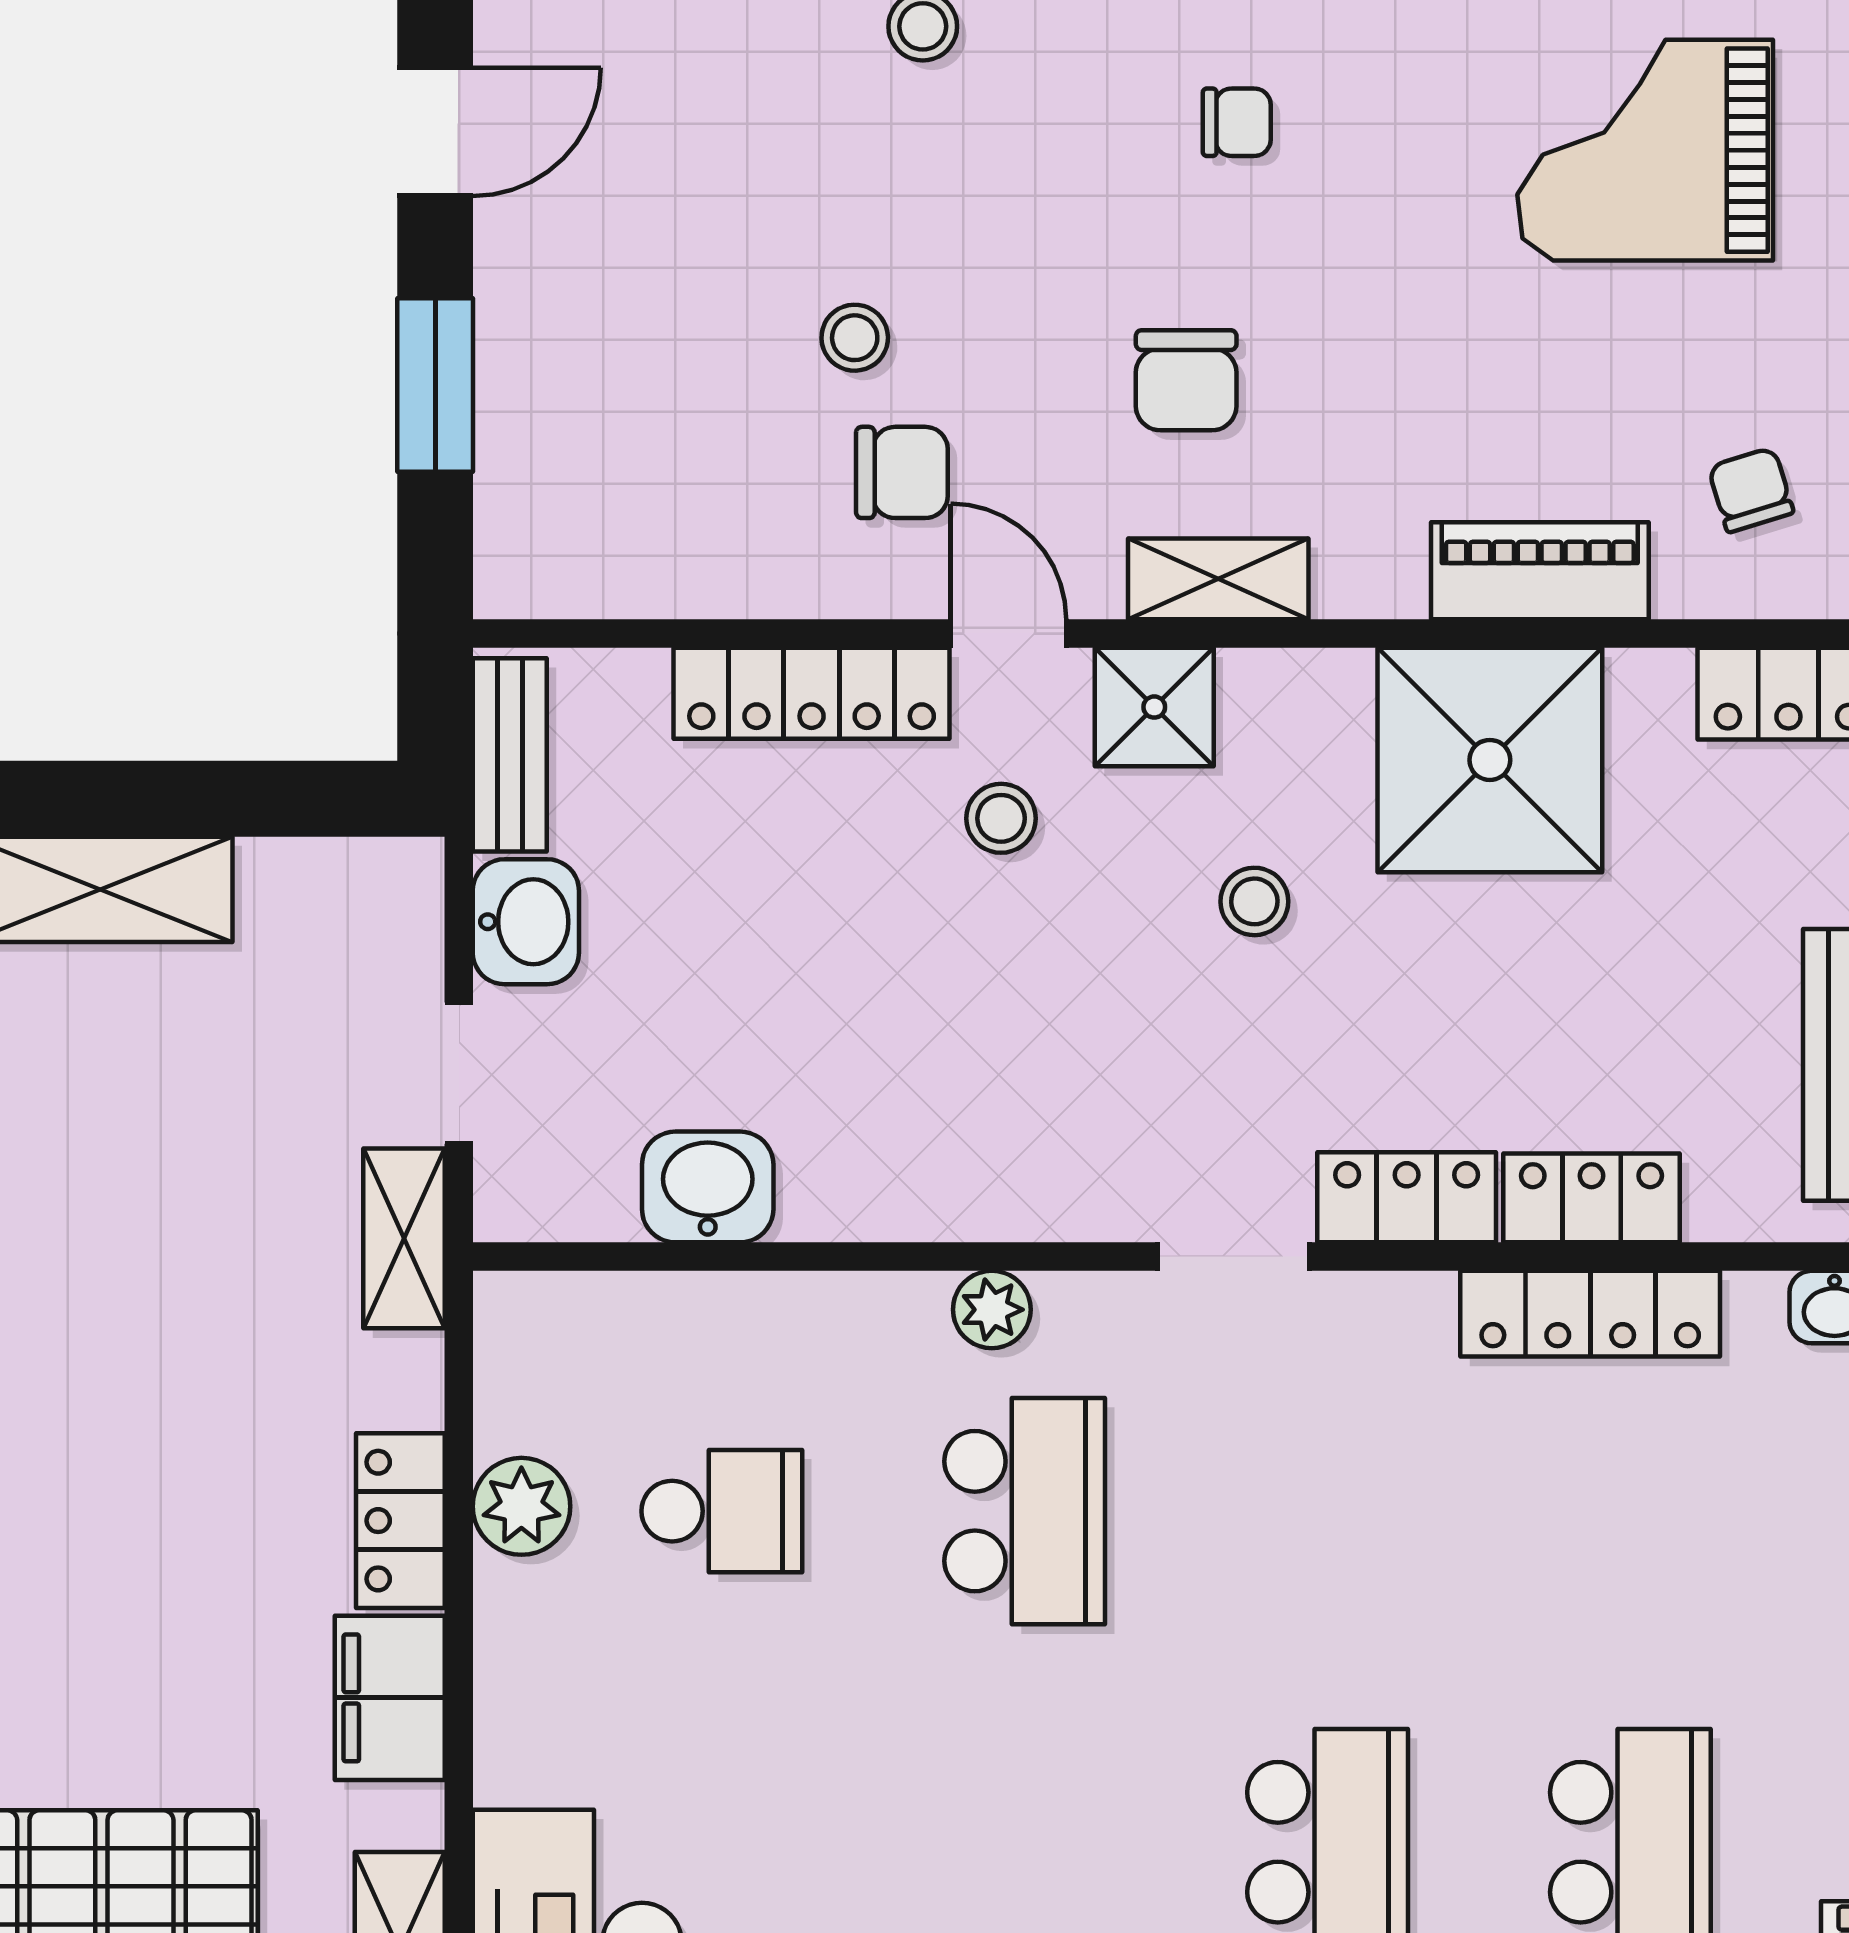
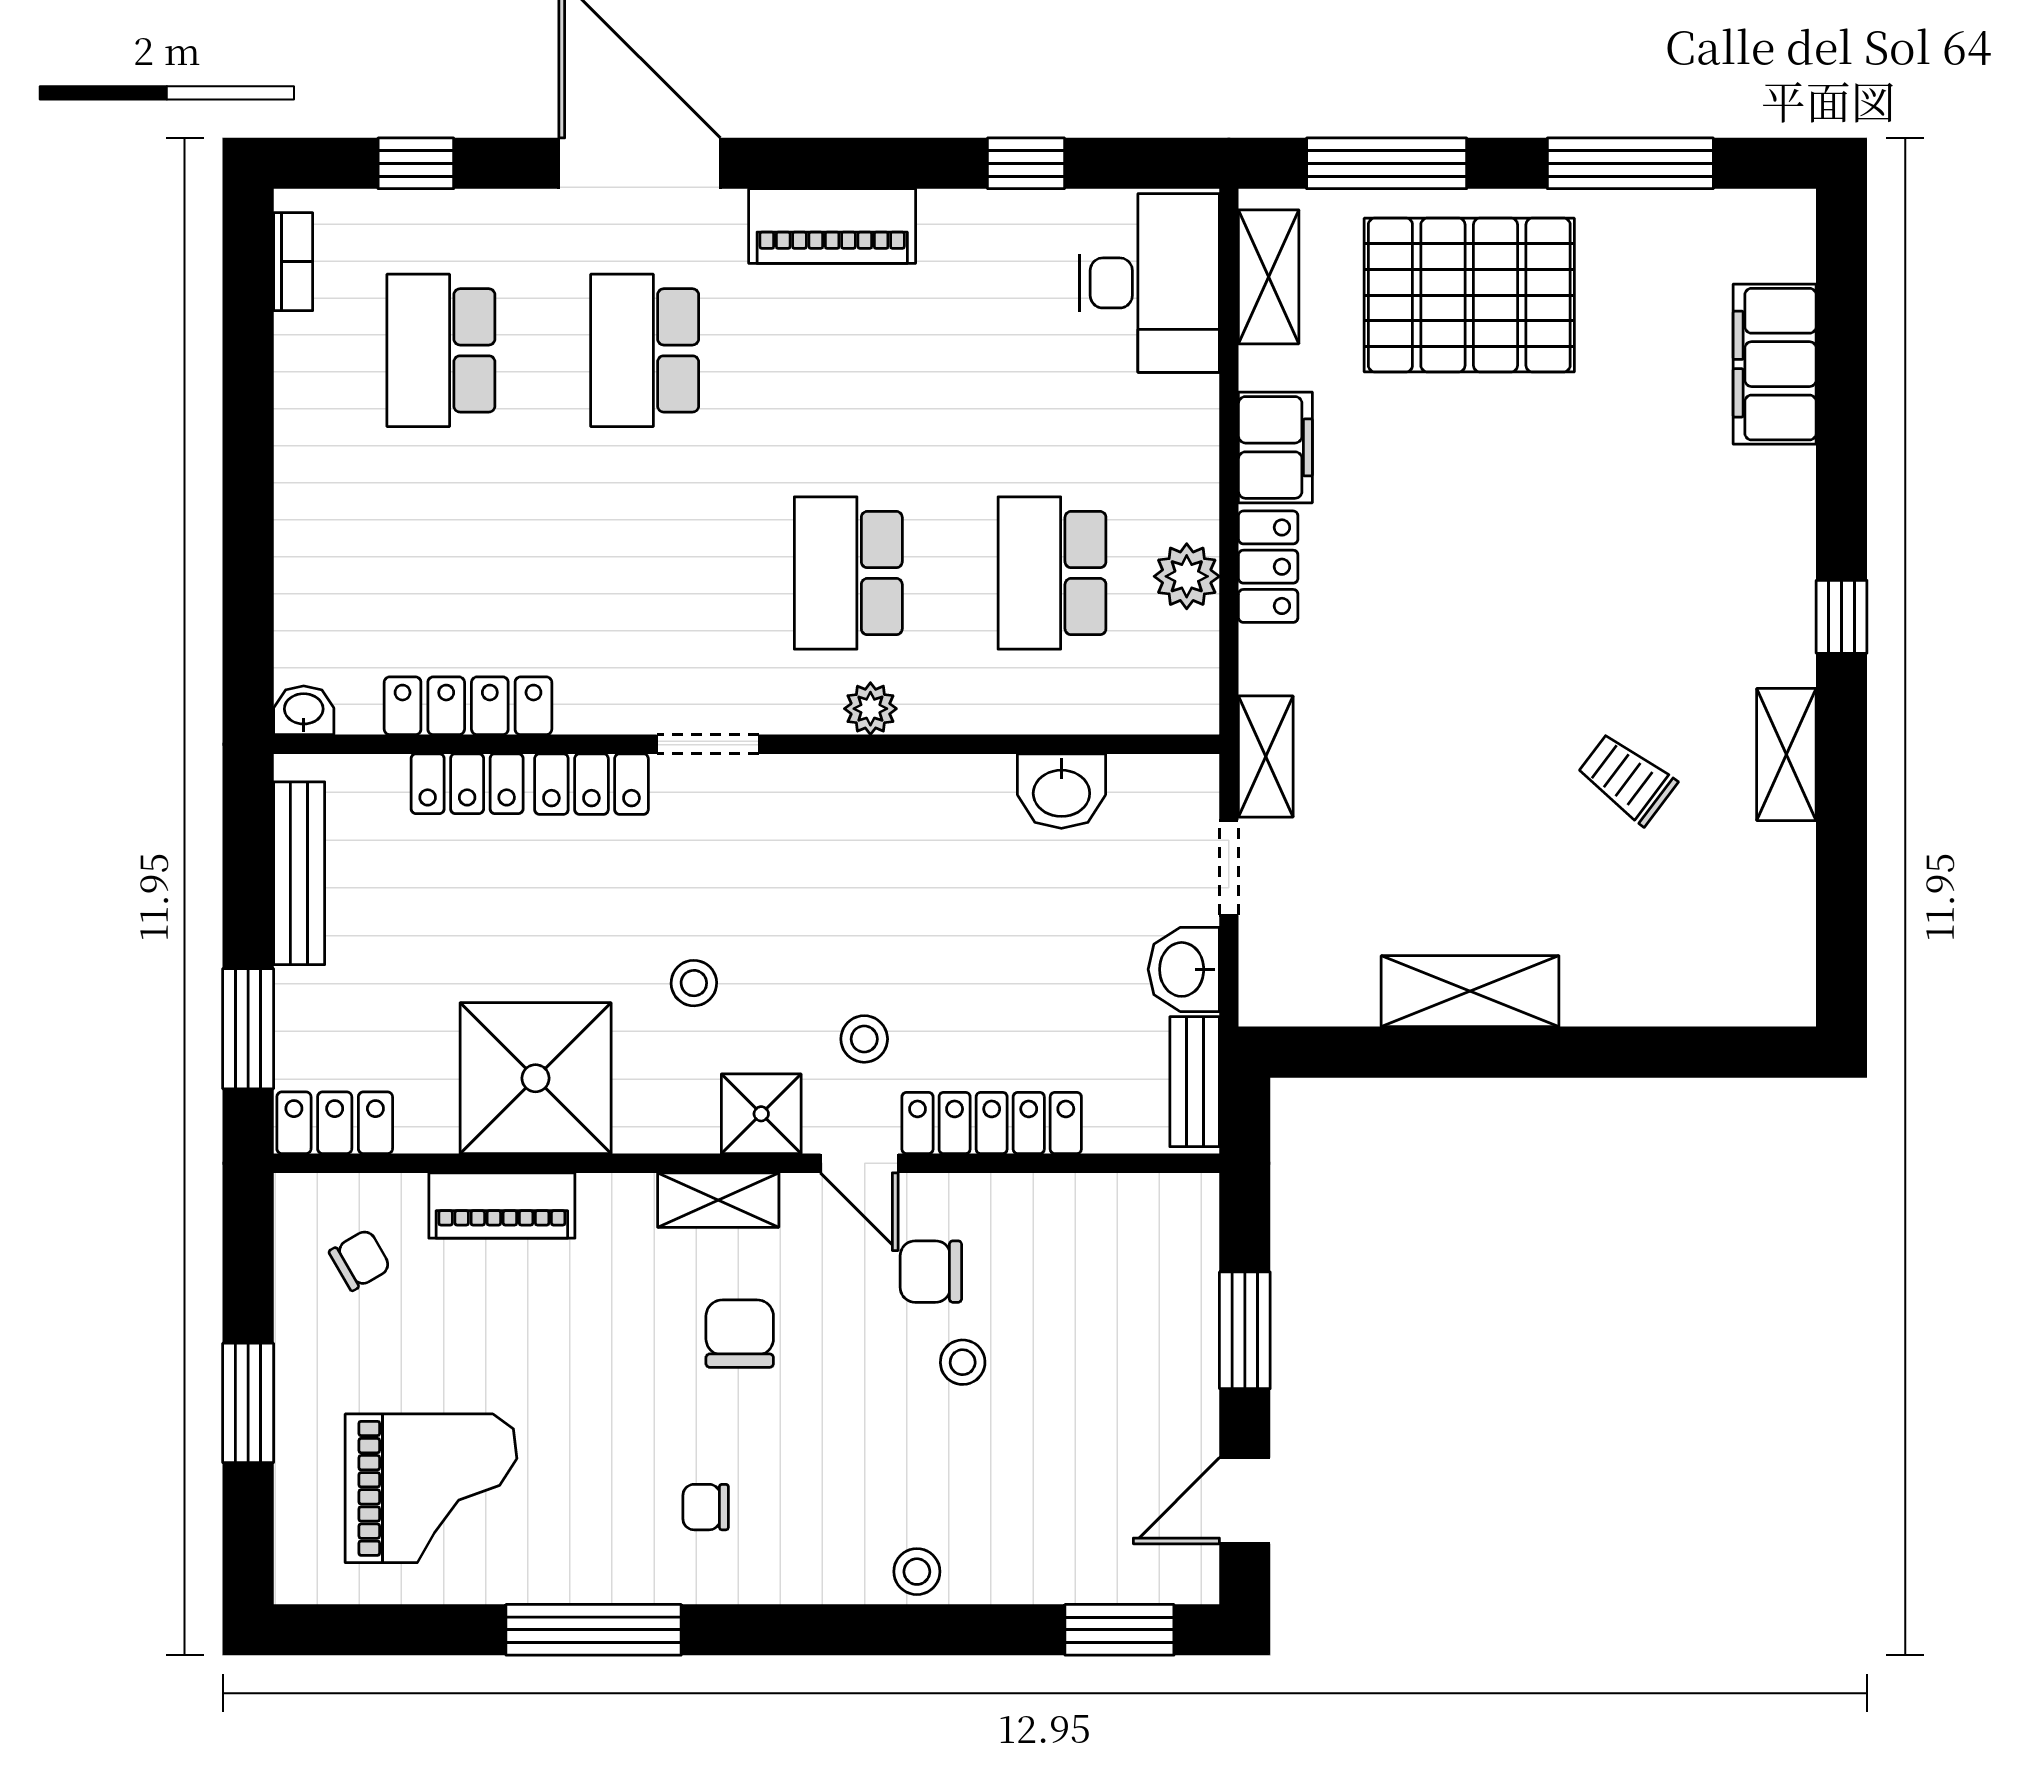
chair: (1751, 490) -> (360, 1260), turned -103
school desk: (722, 1511) -> (1052, 573), width x1.85

